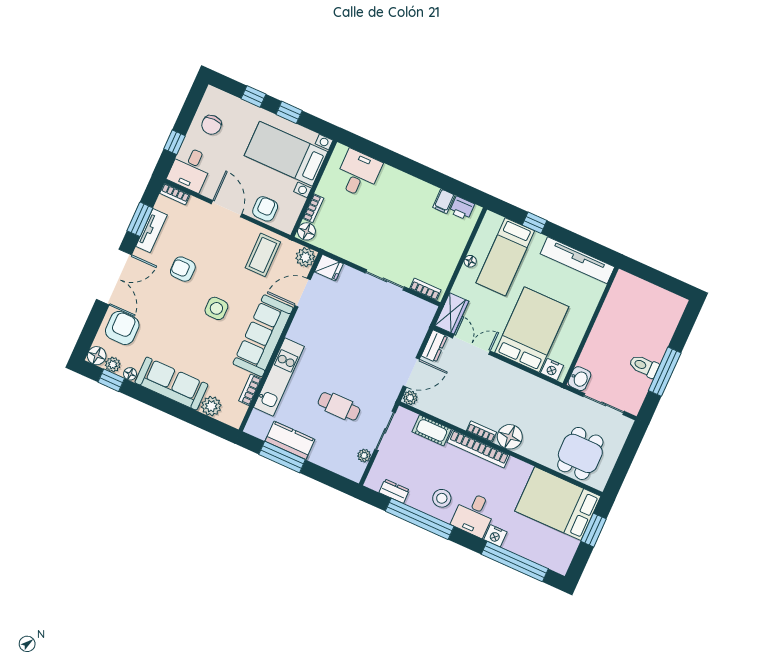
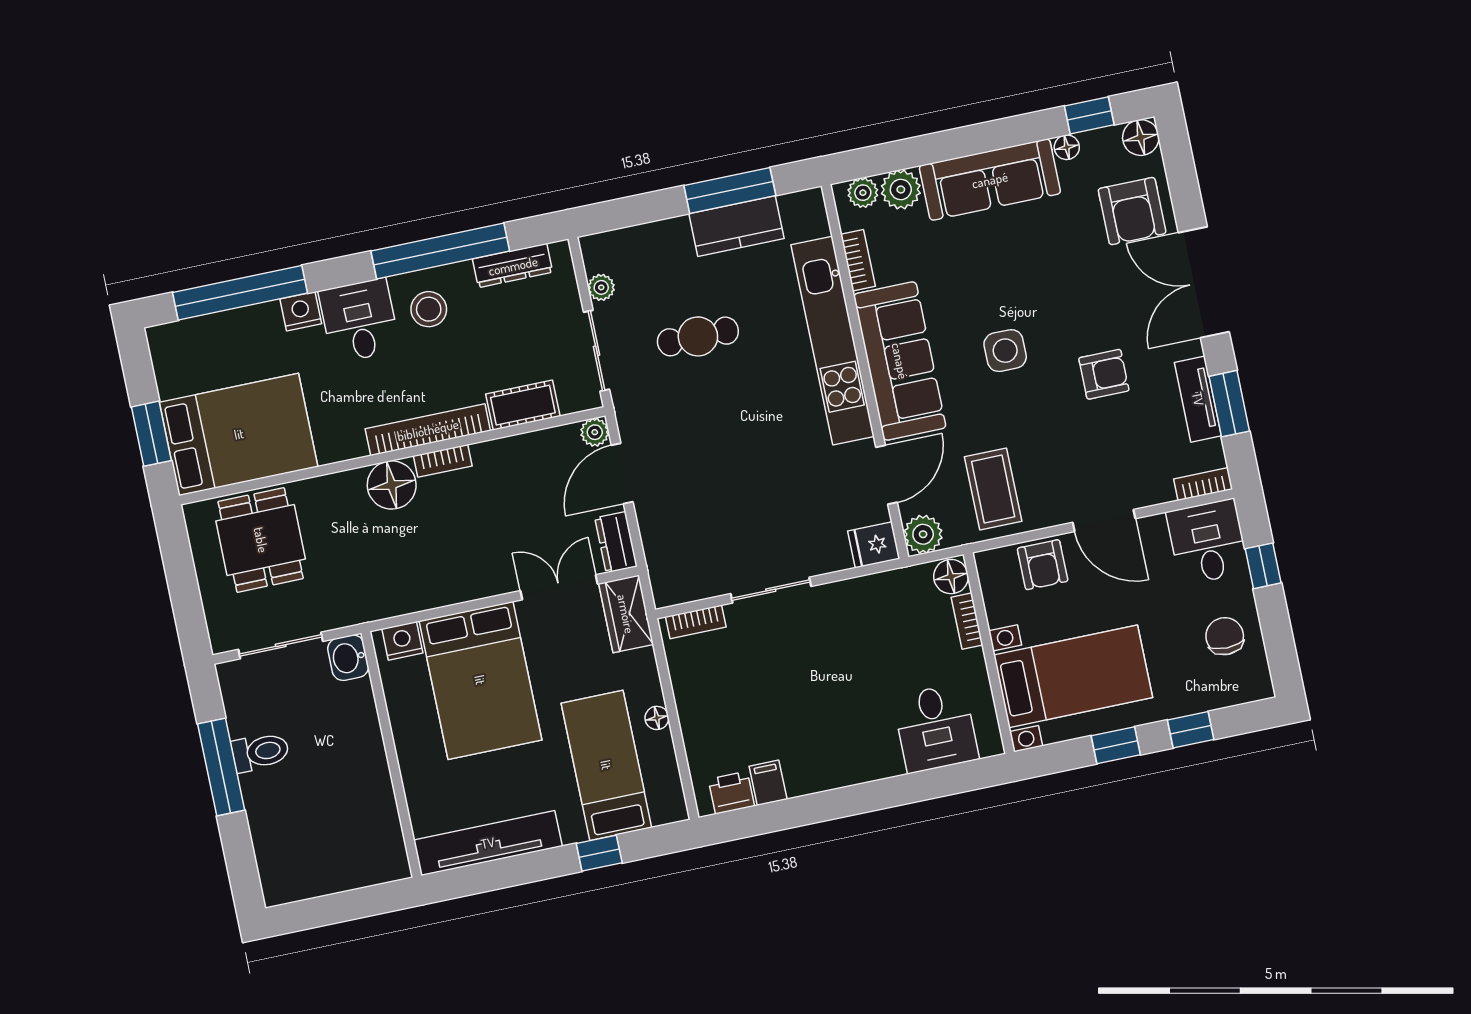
double door: (471, 344) -> (559, 587), swing flipped
plant: (113, 365) -> (863, 193), moved
kitchen unit: (279, 377) -> (833, 341), width x1.36
dresser: (394, 491) -> (513, 266), width x1.44

